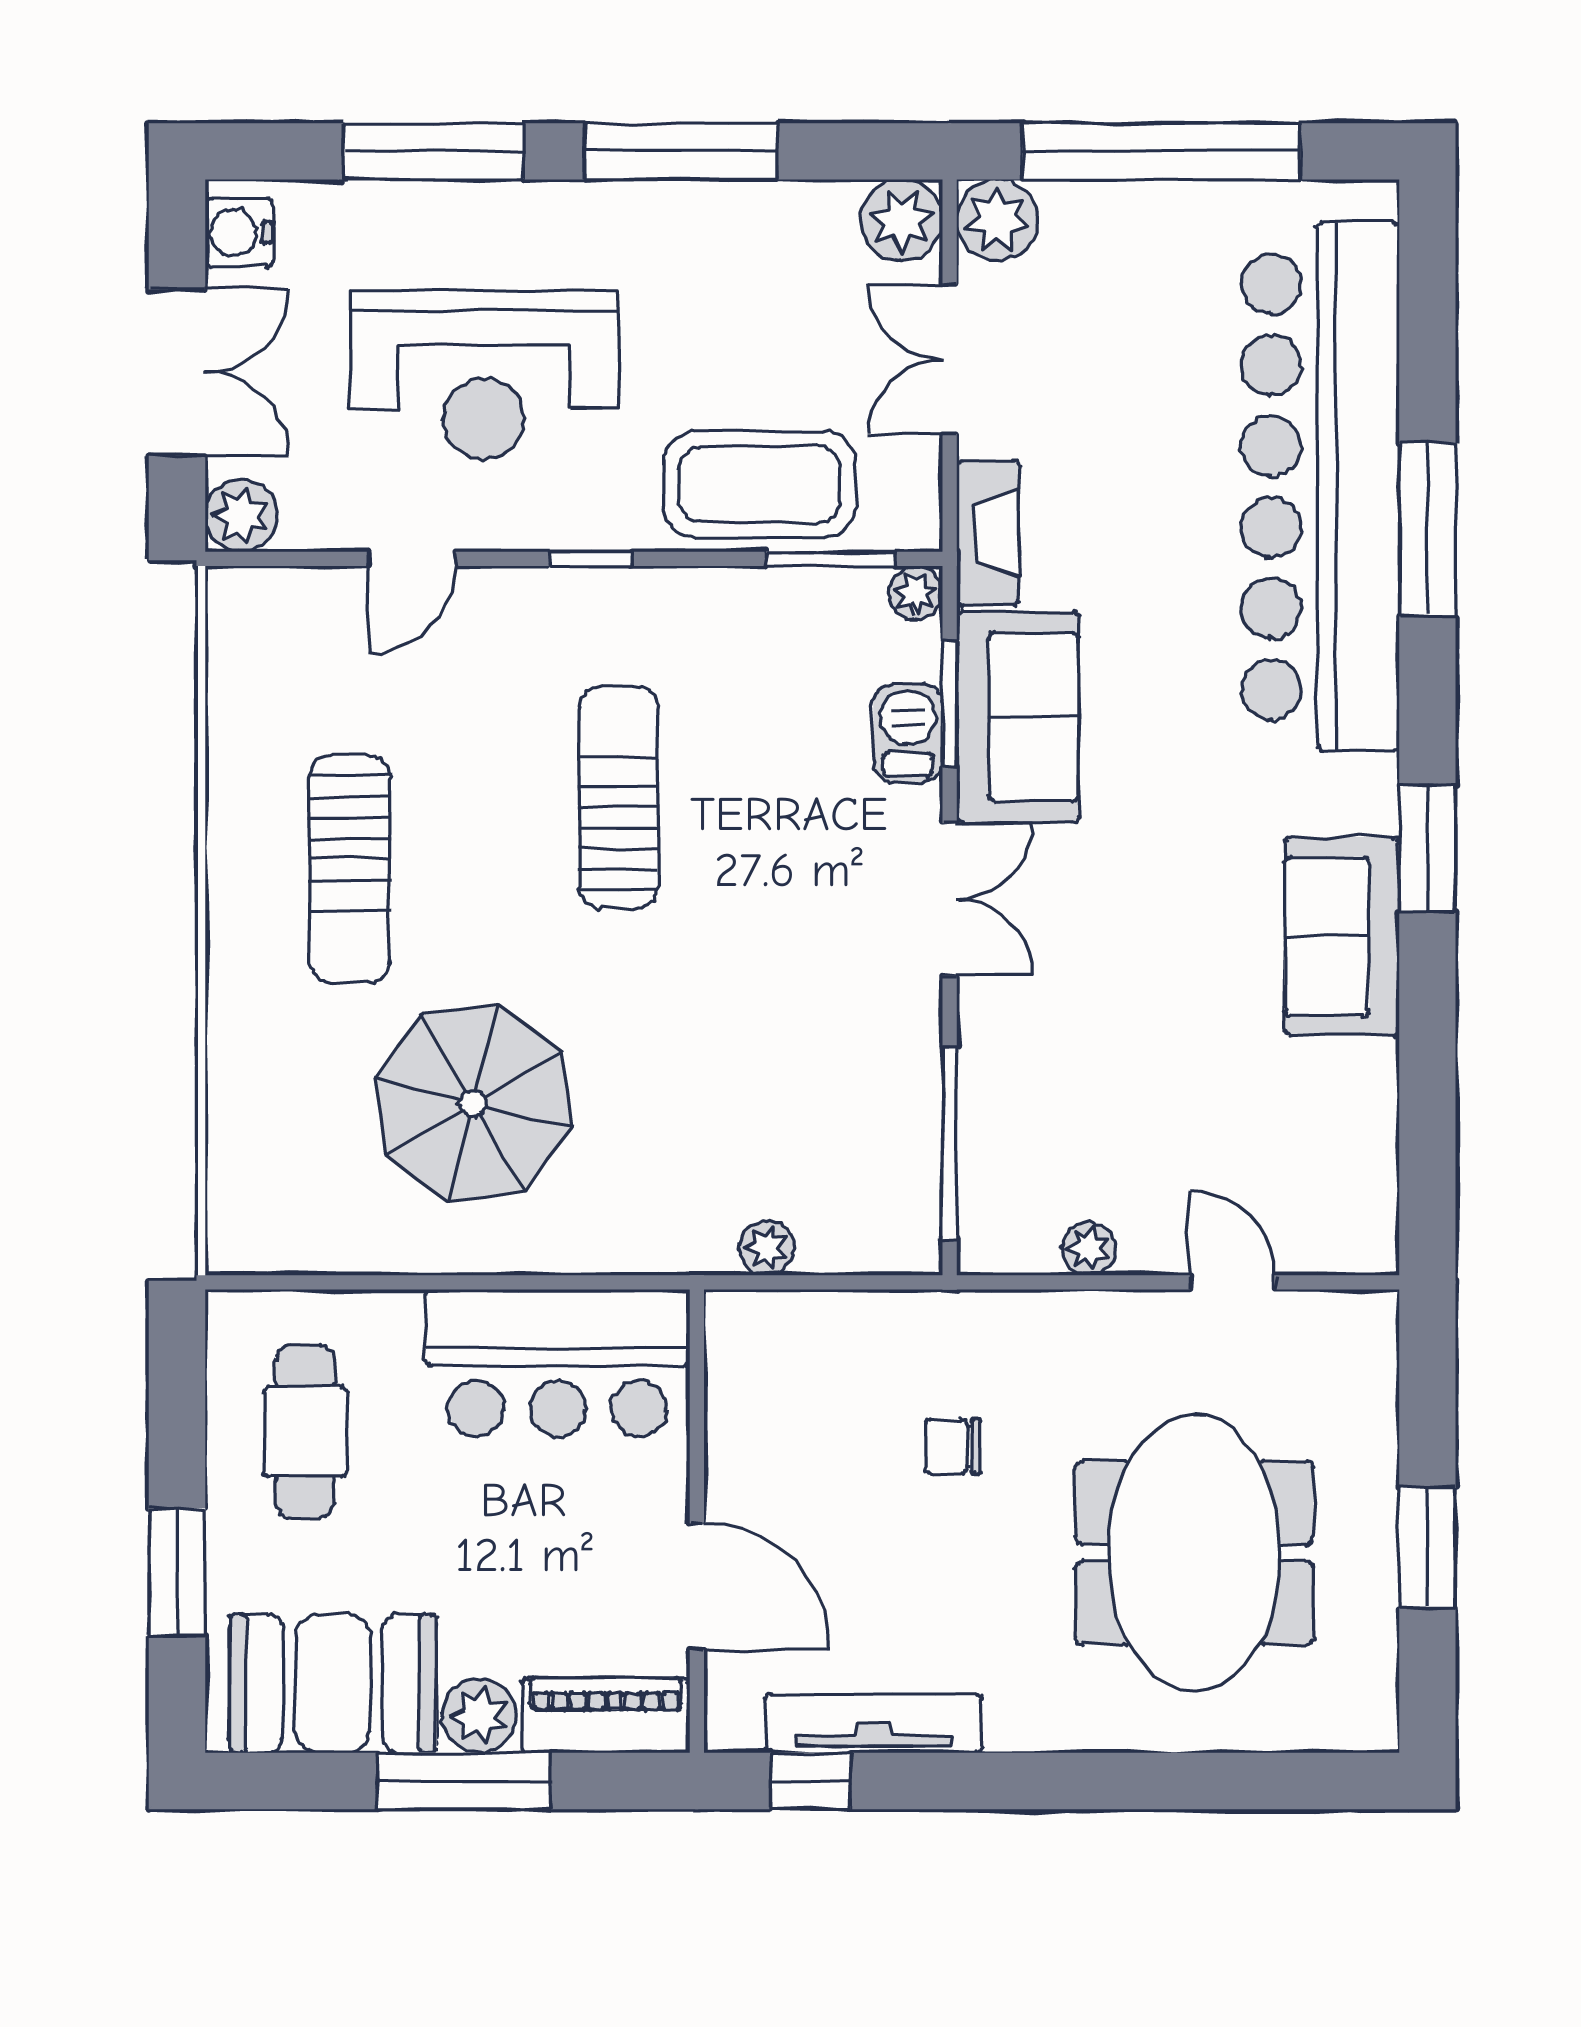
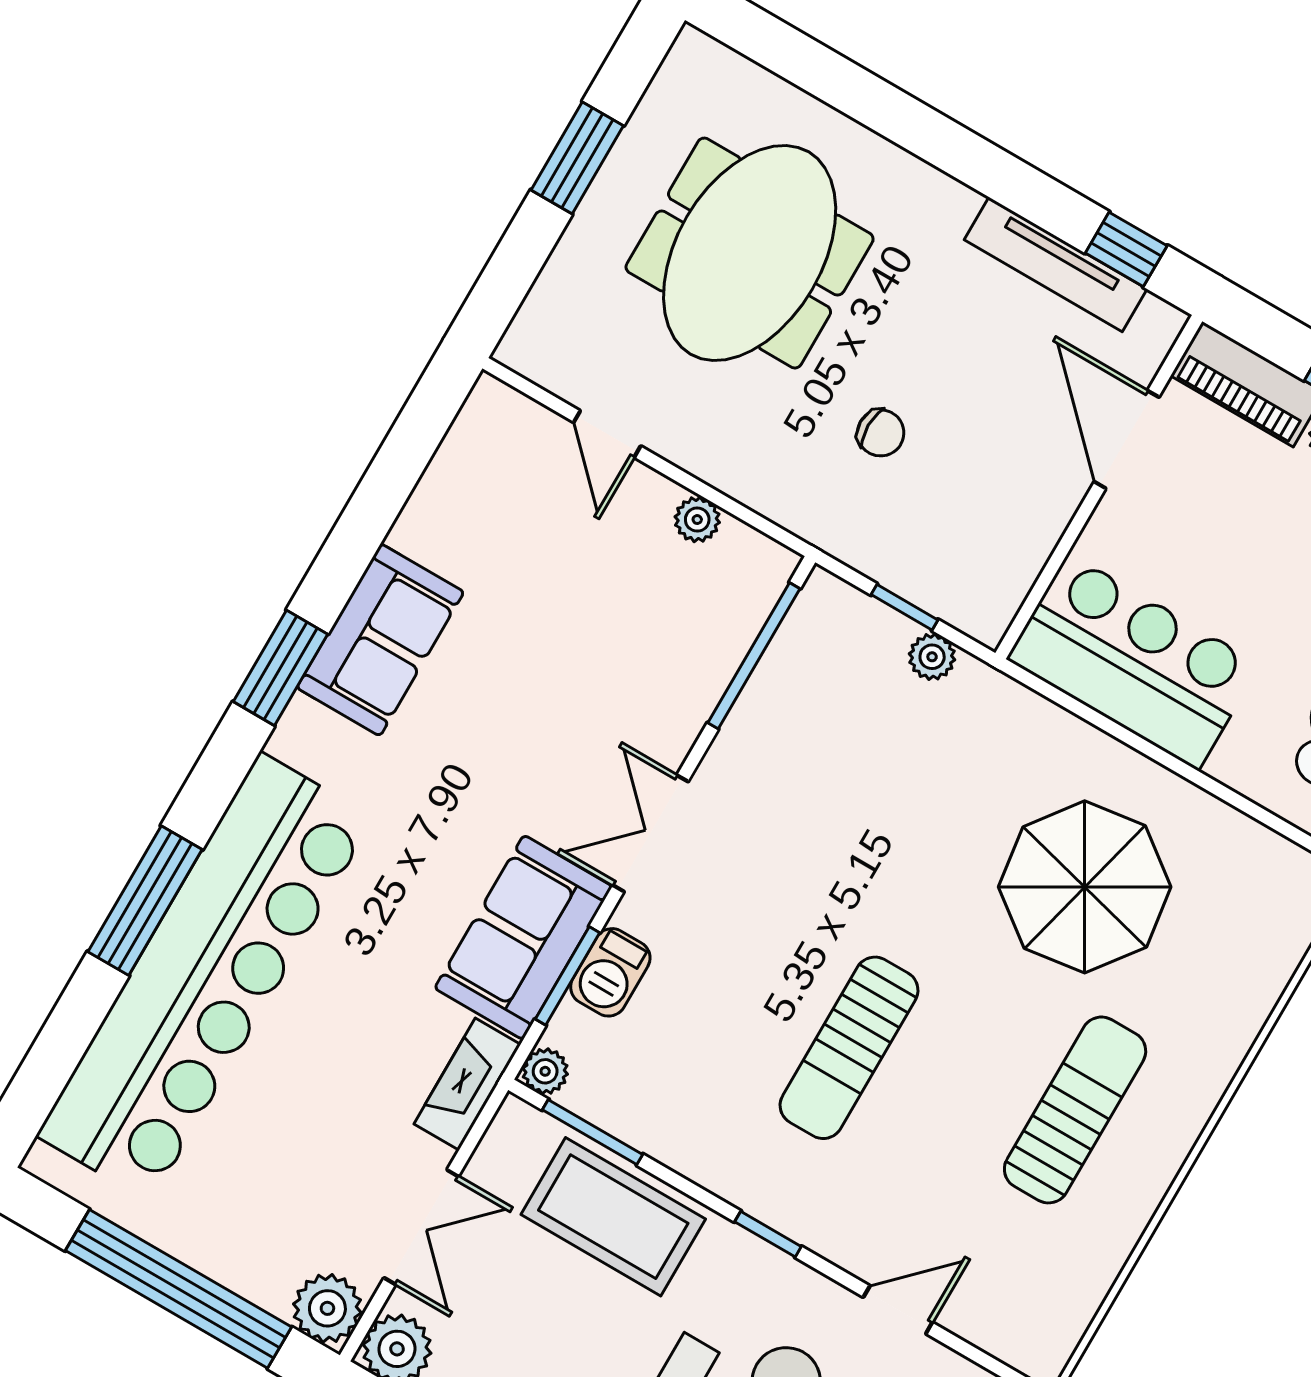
window: (824, 1282) -> (904, 607), added

